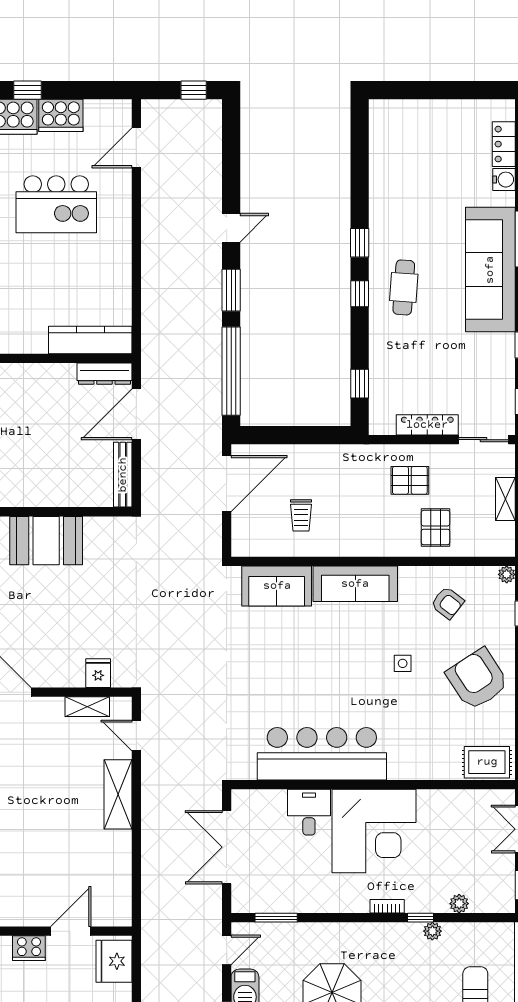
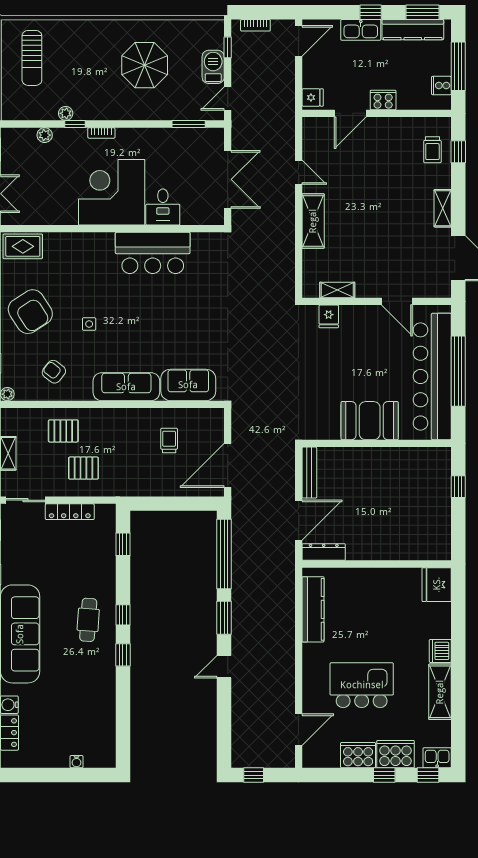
water cooler: (419, 107) -> (77, 762), added
kitchen counter: (90, 340) -> (313, 609), moved, turned -90
pallet: (435, 528) -> (63, 431), turned 90
door: (136, 735) -> (299, 172), moved
bar counter: (322, 754) -> (153, 253), width x0.73
fridge: (114, 961) -> (313, 97), width x0.53, depth x0.75

